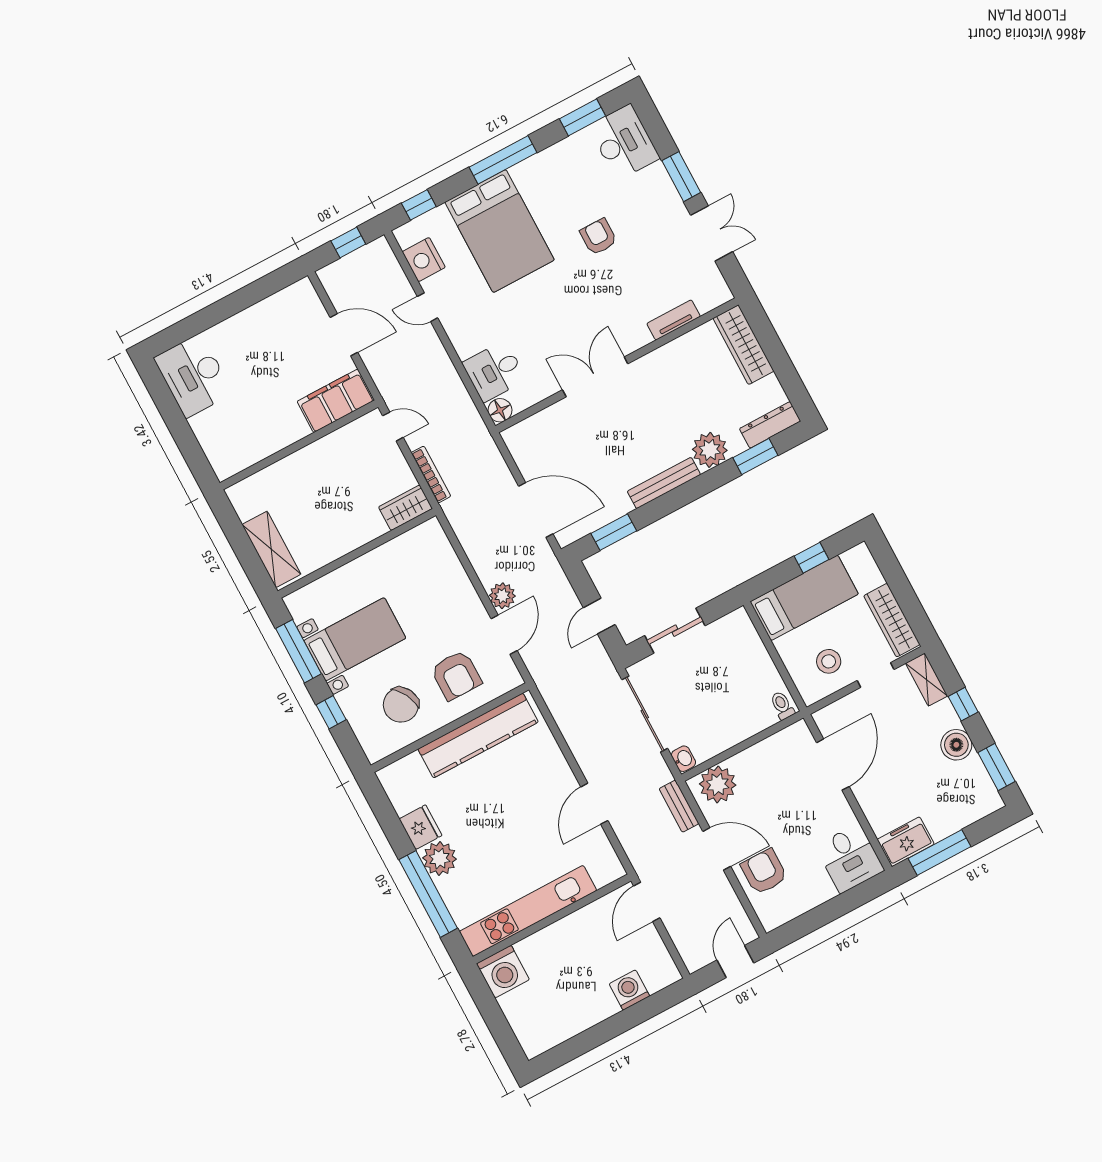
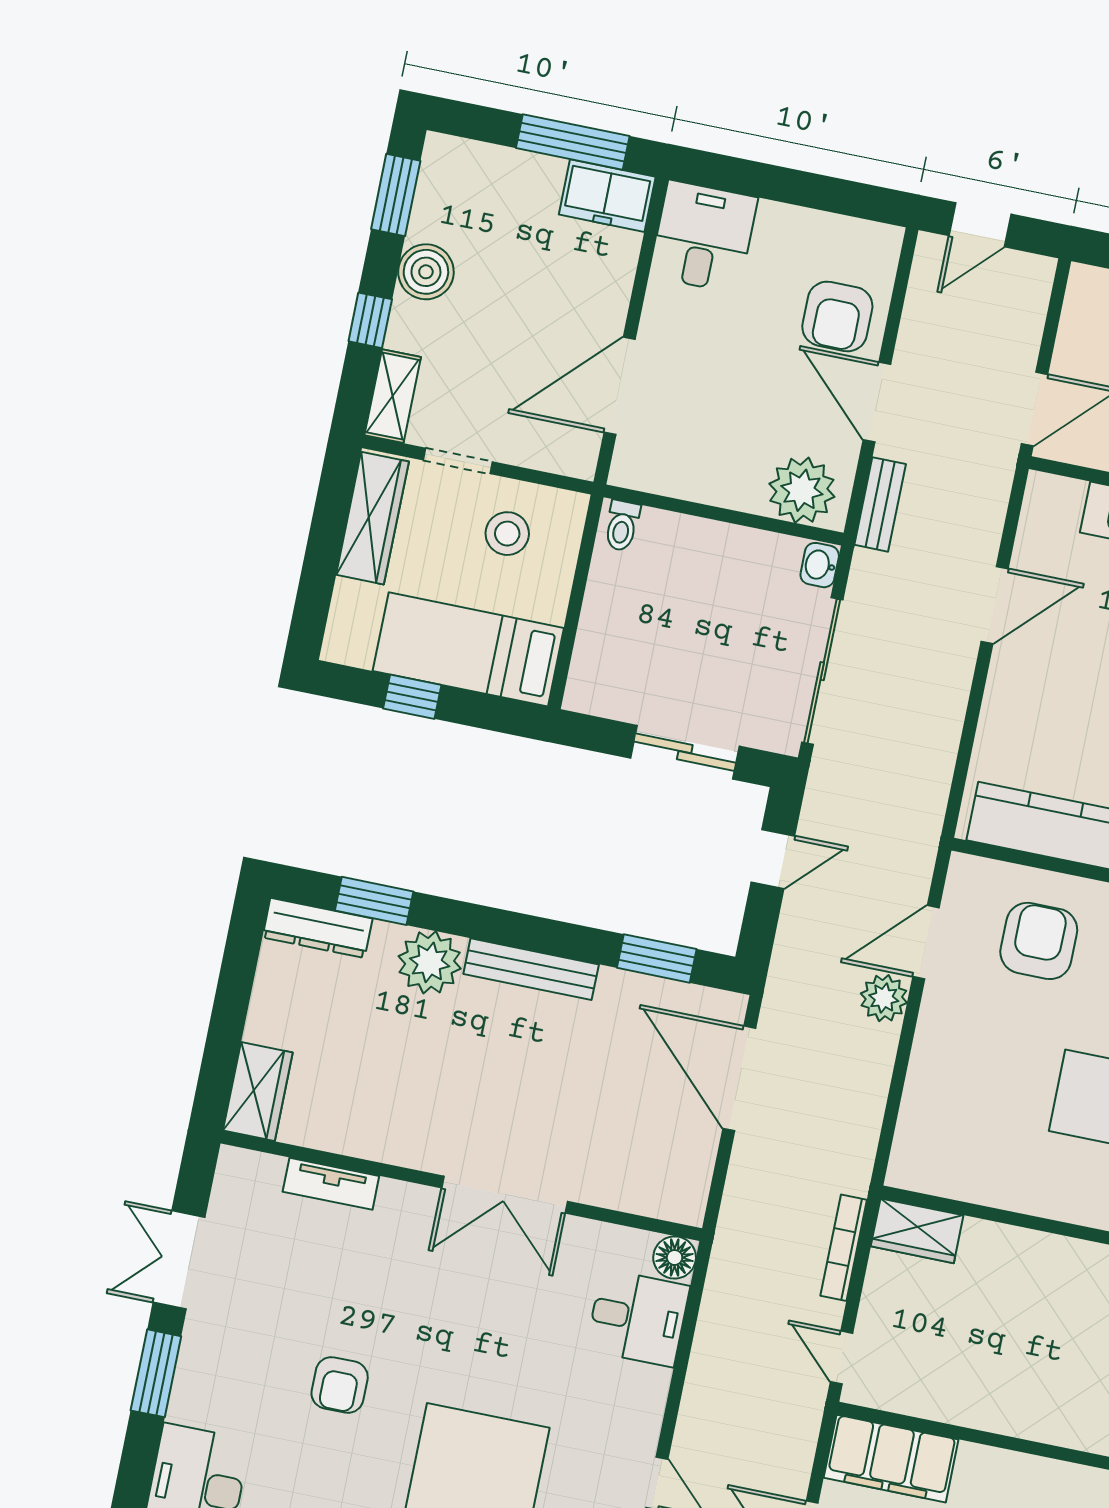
wardrobe: (744, 345) -> (258, 1092), width x0.67

